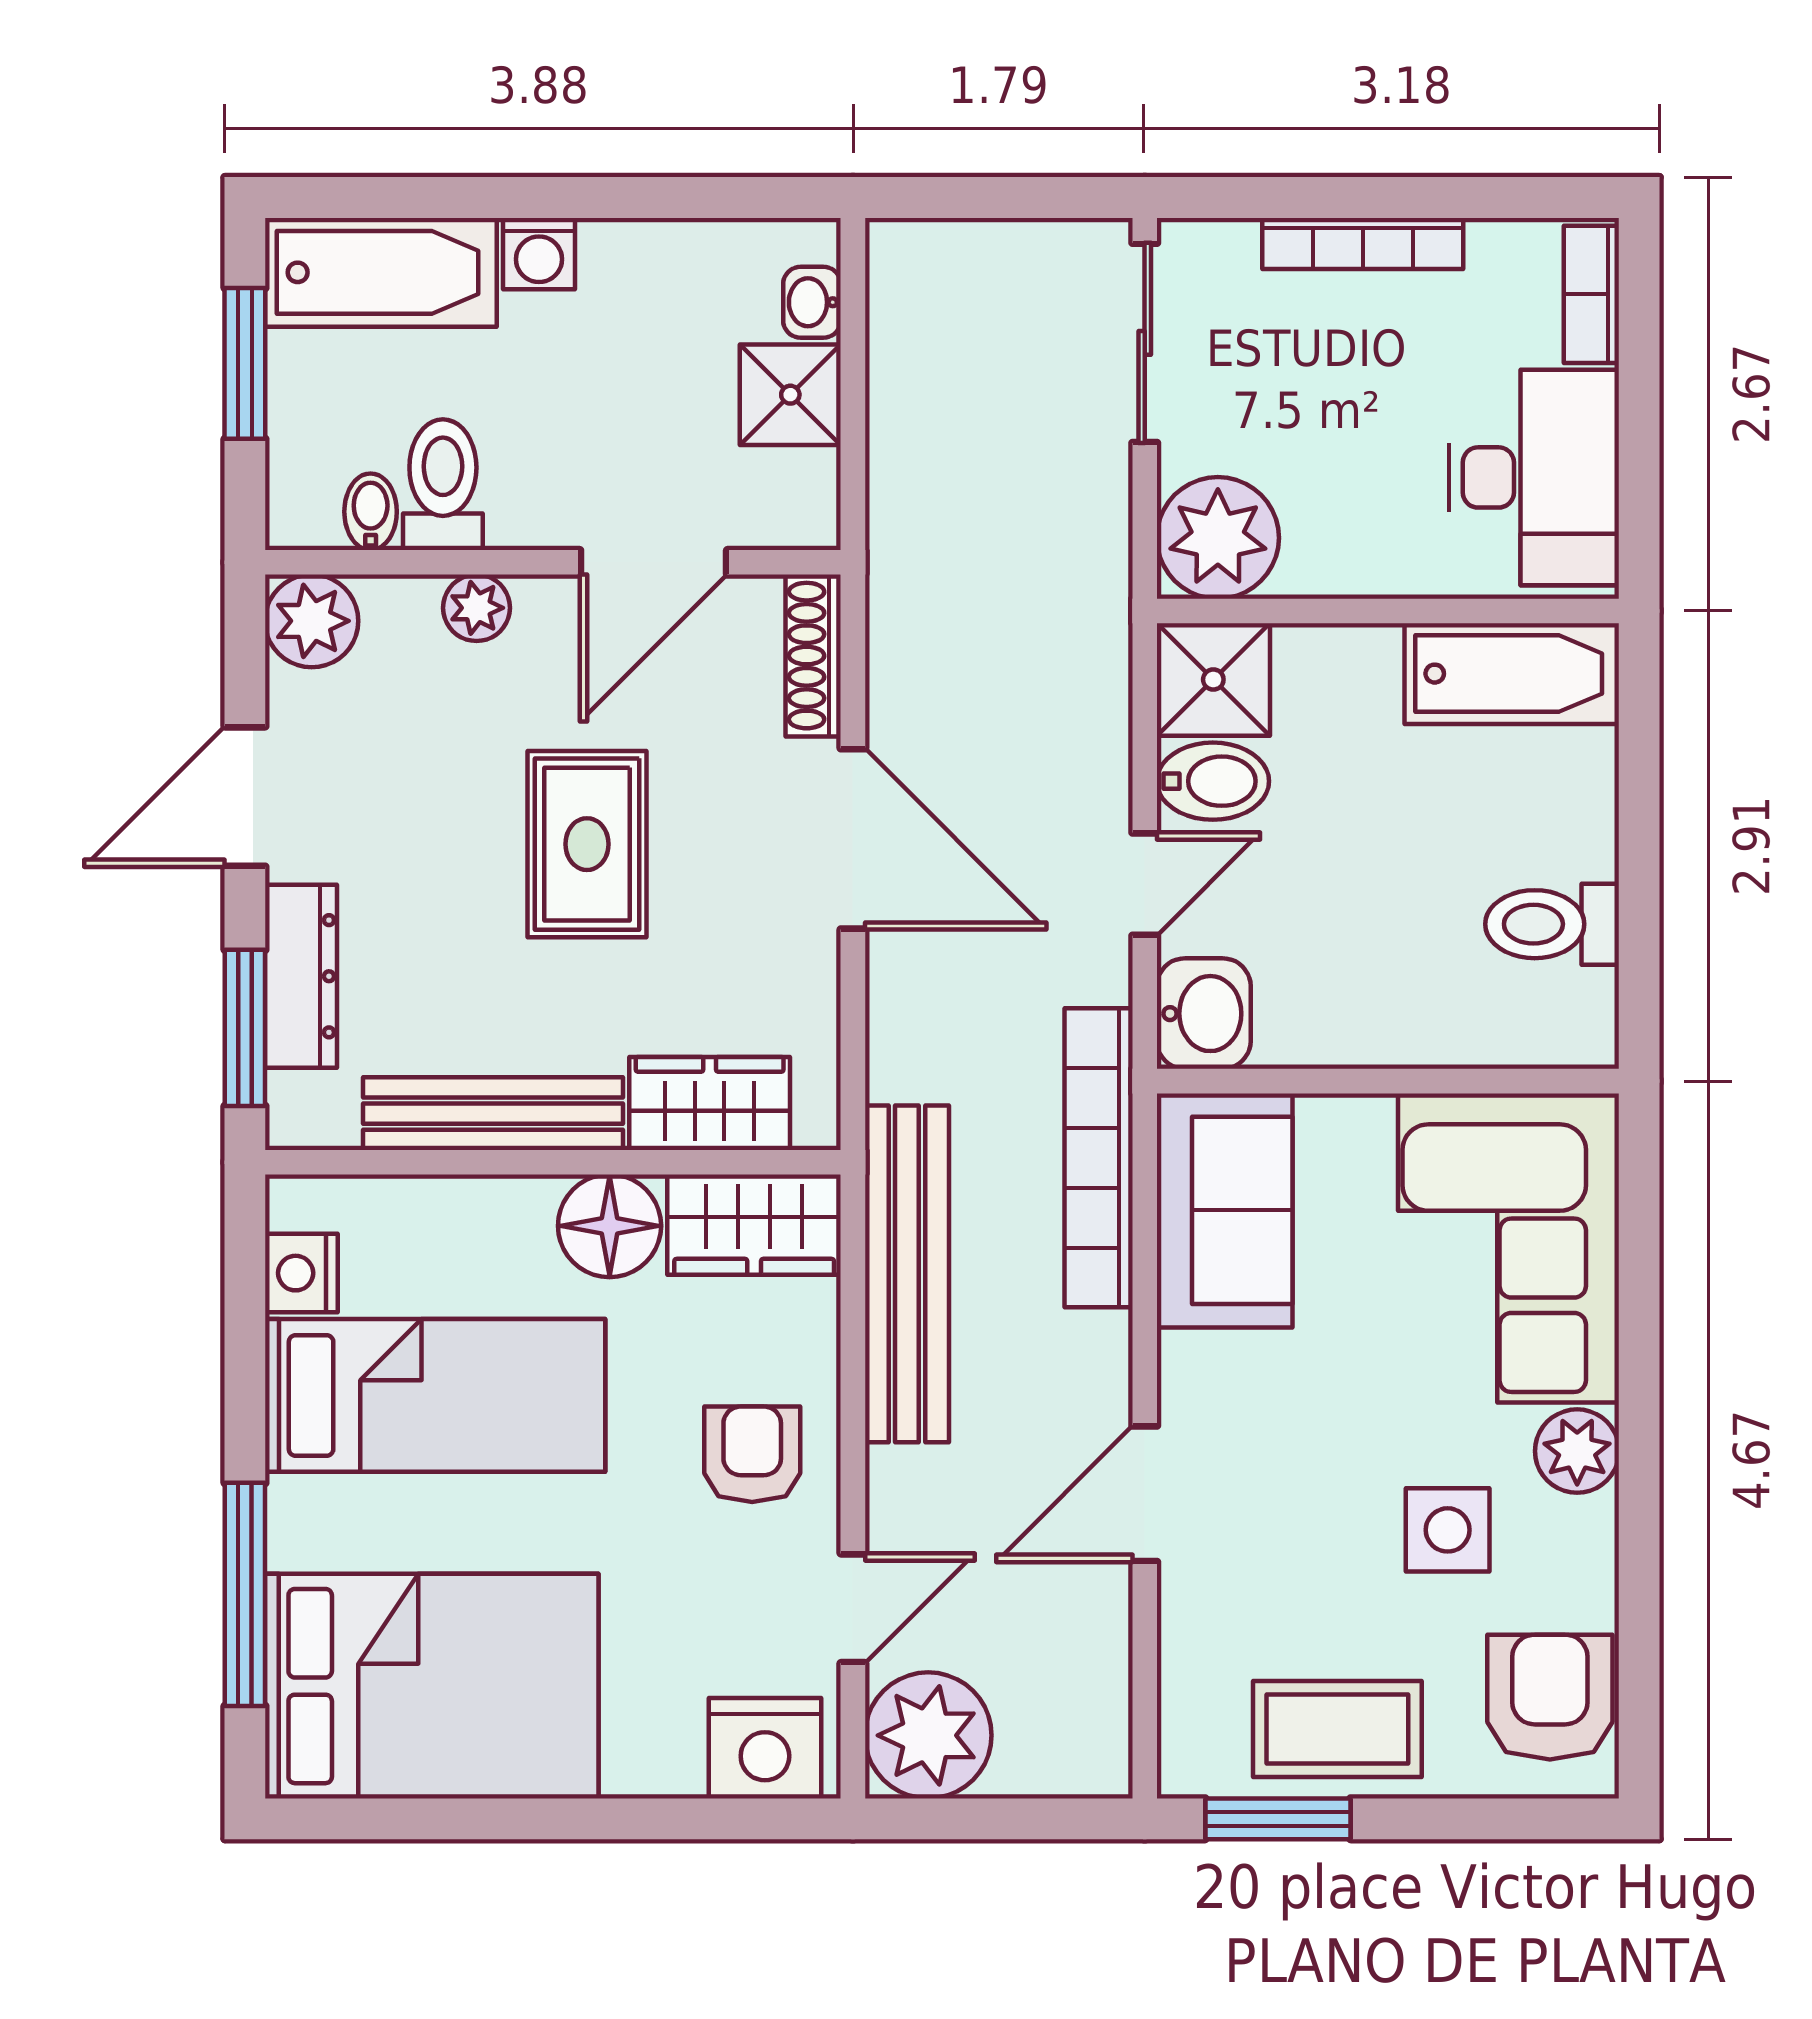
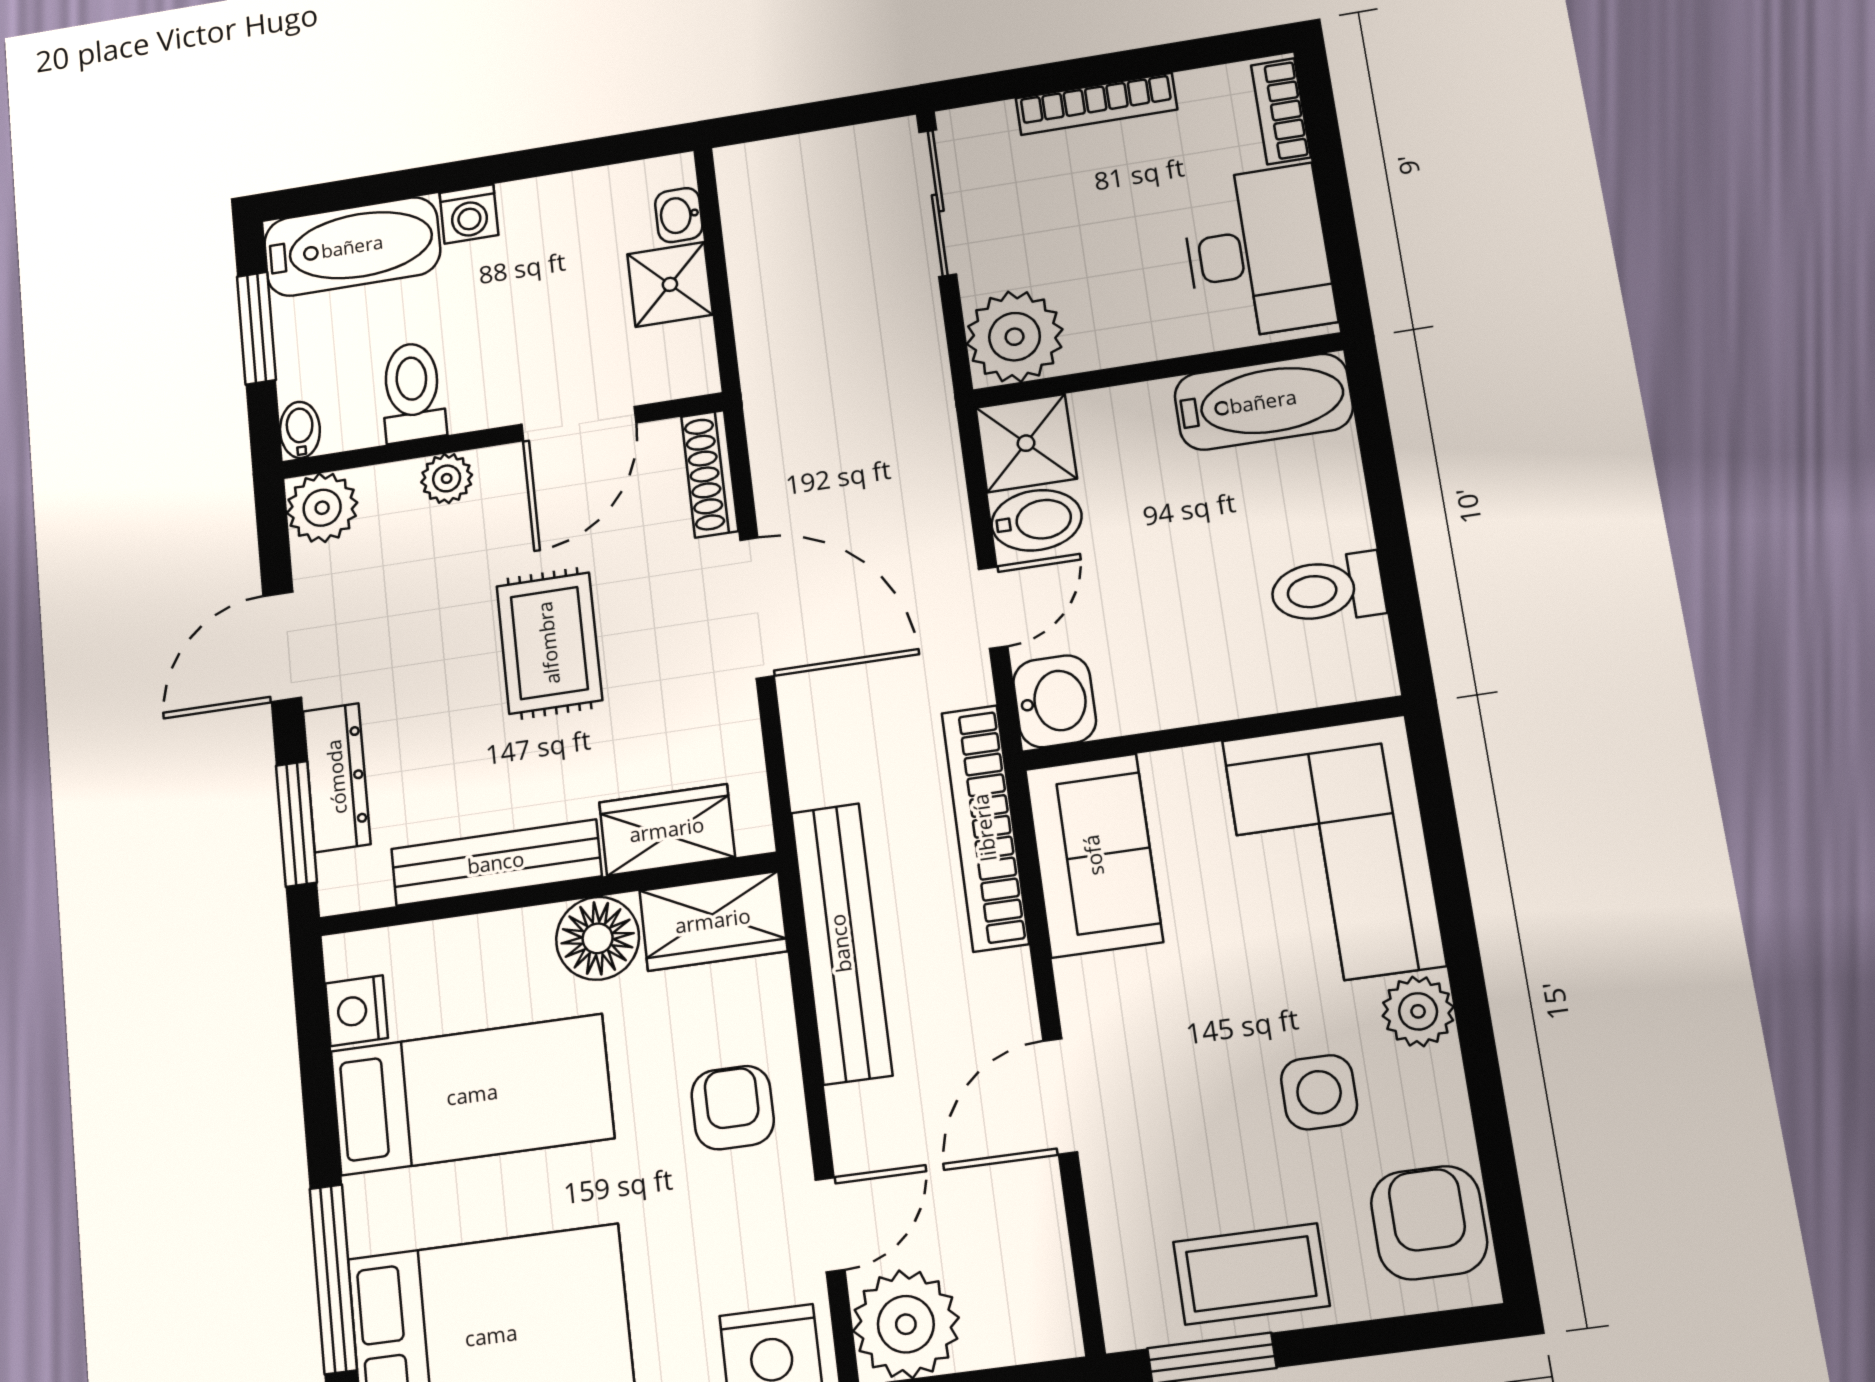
bidet: (371, 512) -> (300, 430), moved

